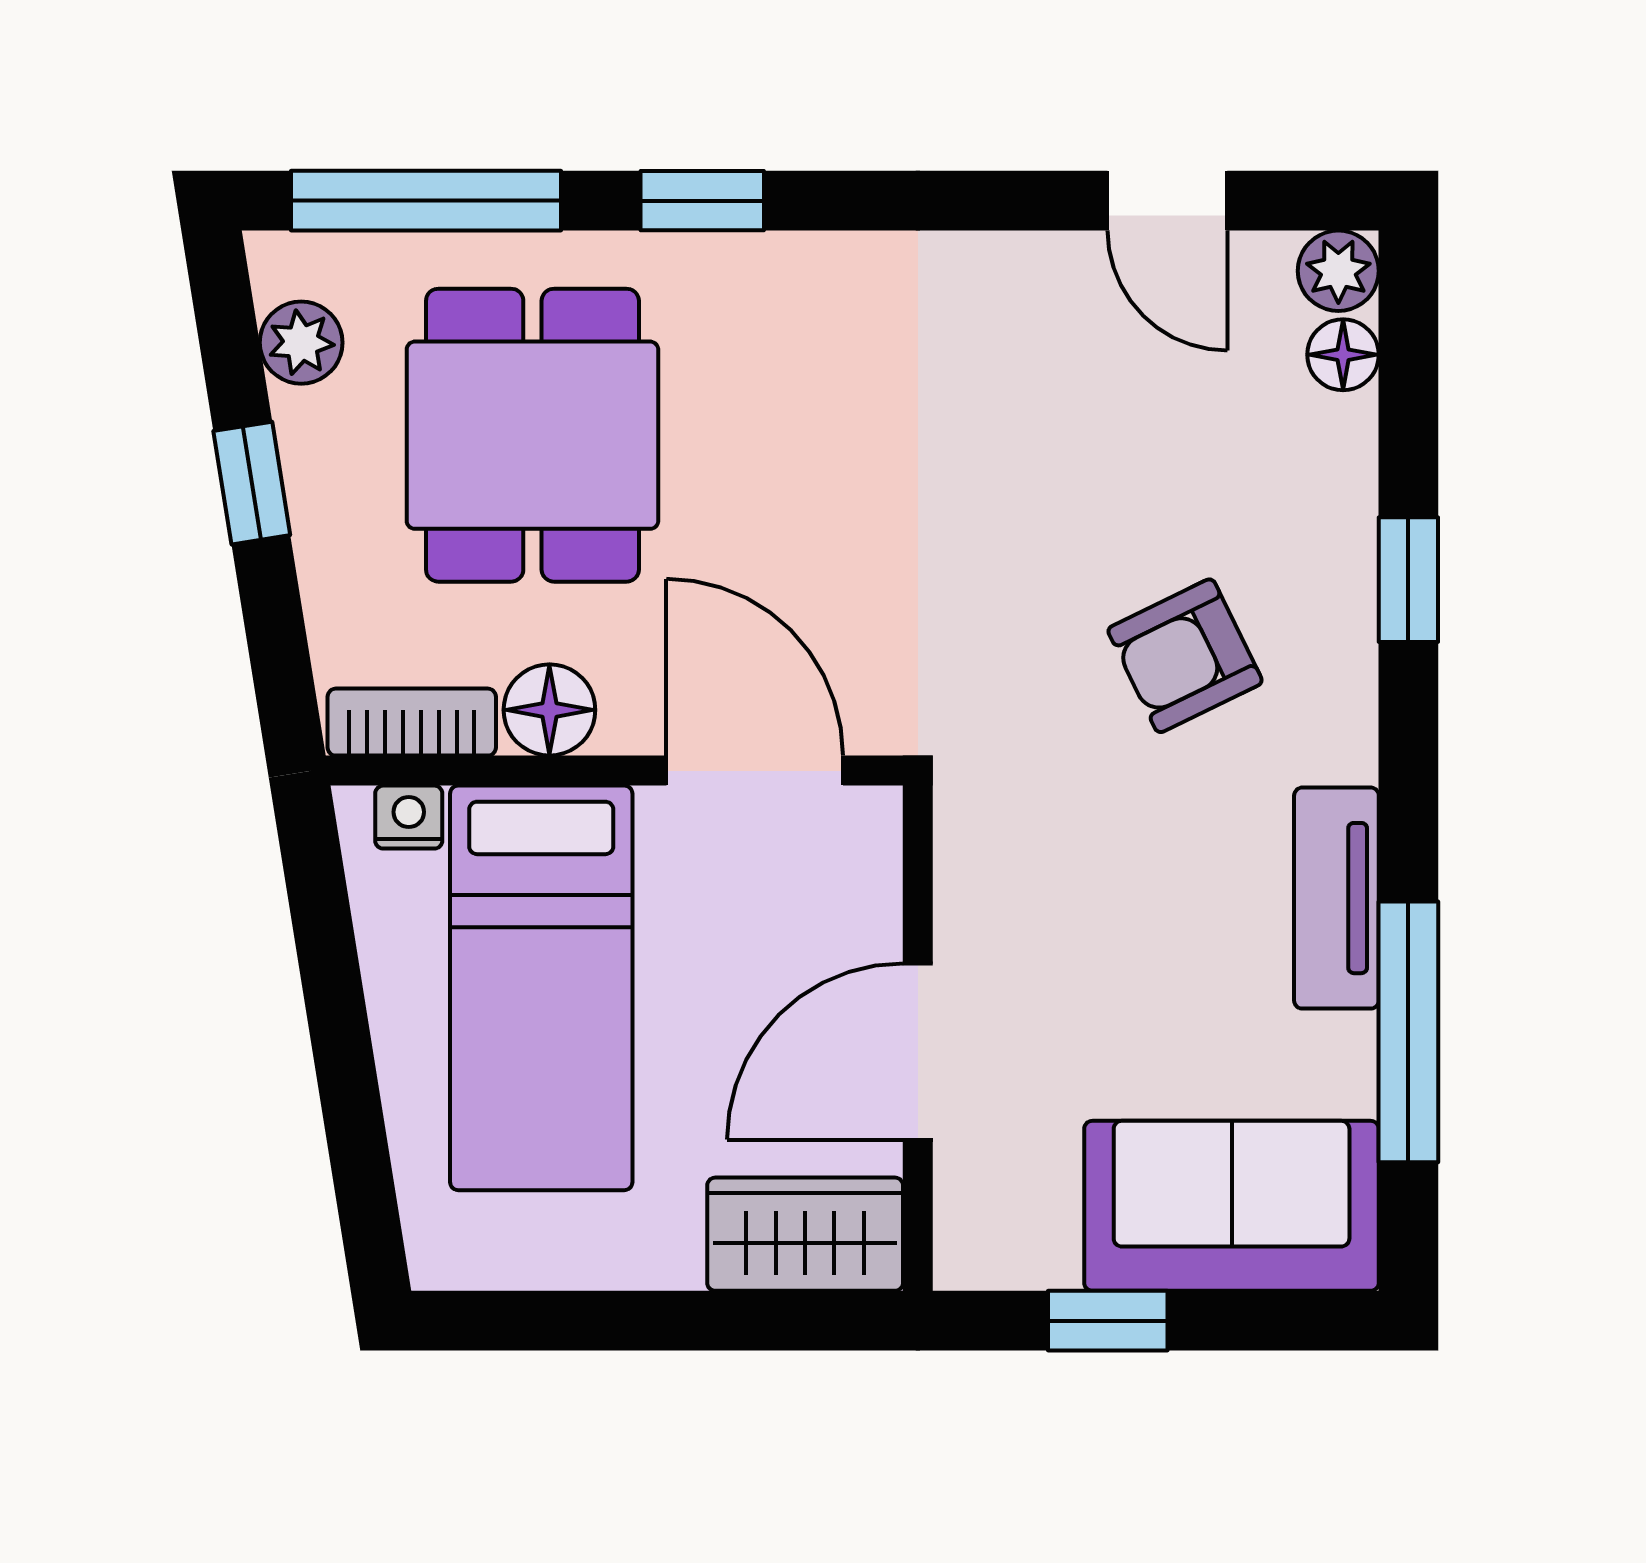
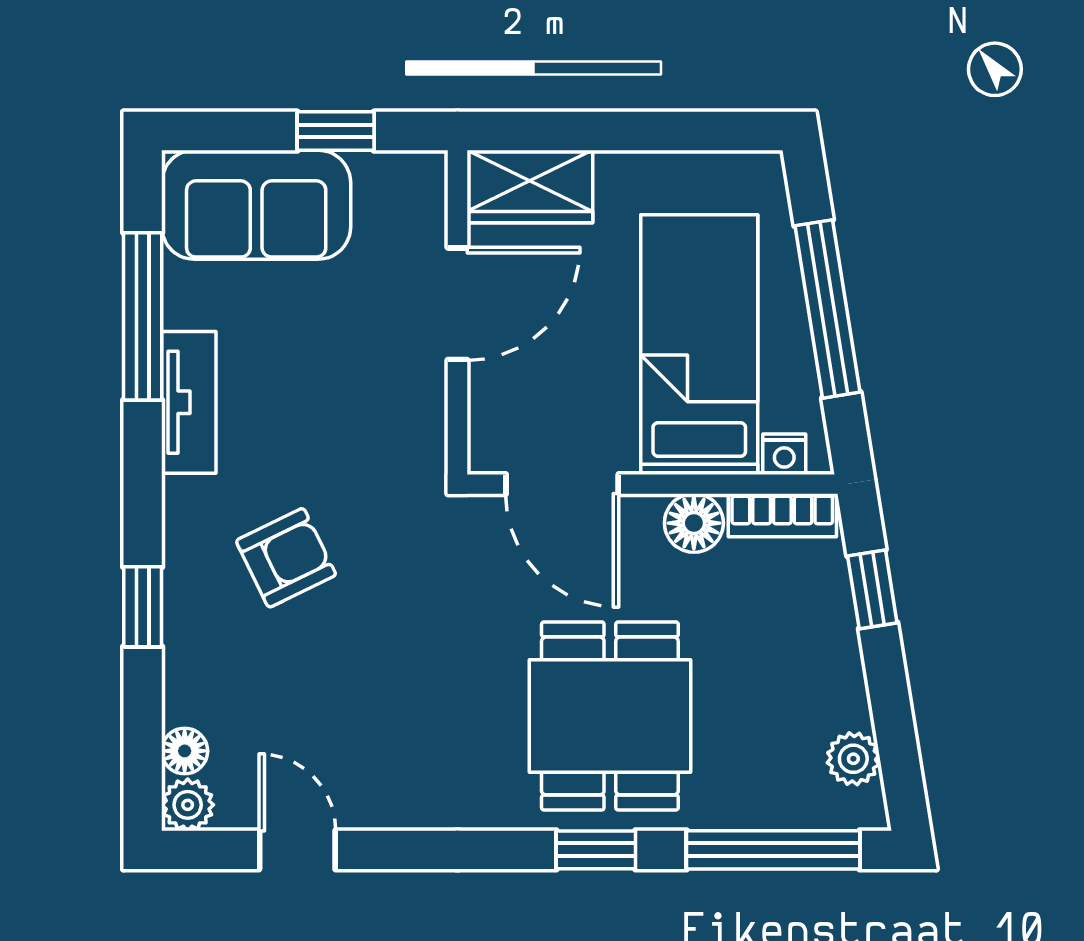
dining table: (532, 435) -> (610, 716), moved
window: (252, 483) -> (872, 589), moved
window: (341, 1044) -> (827, 309), added

